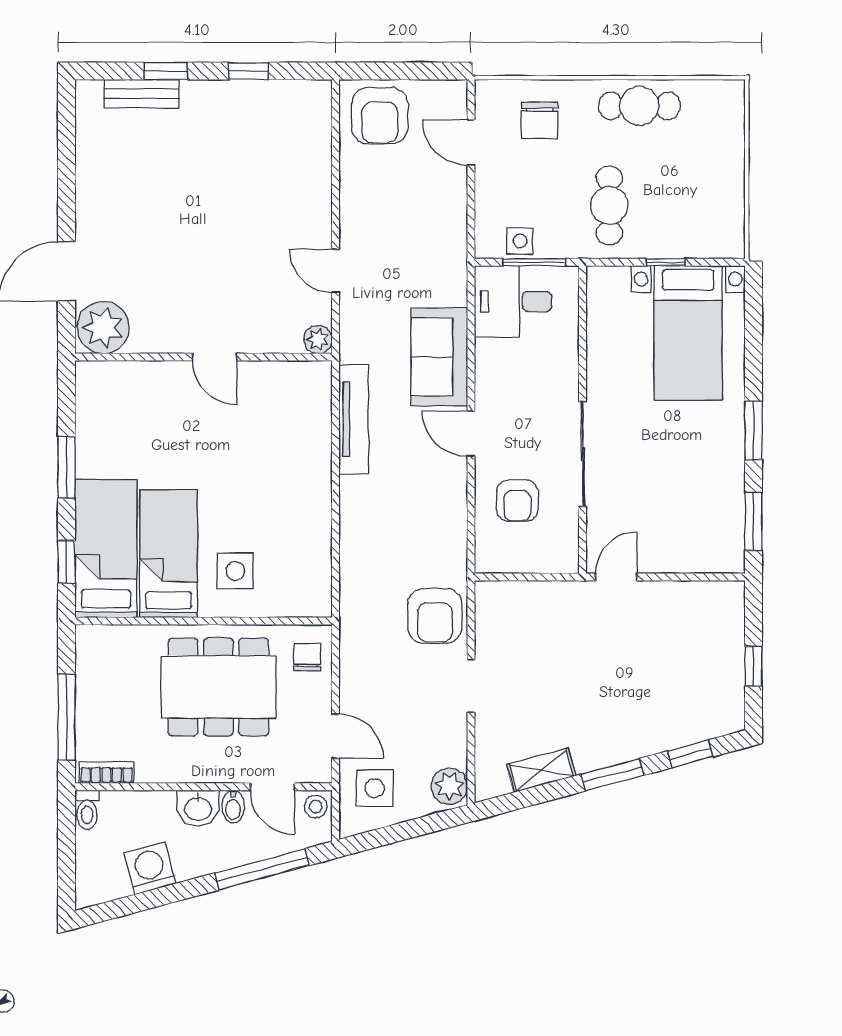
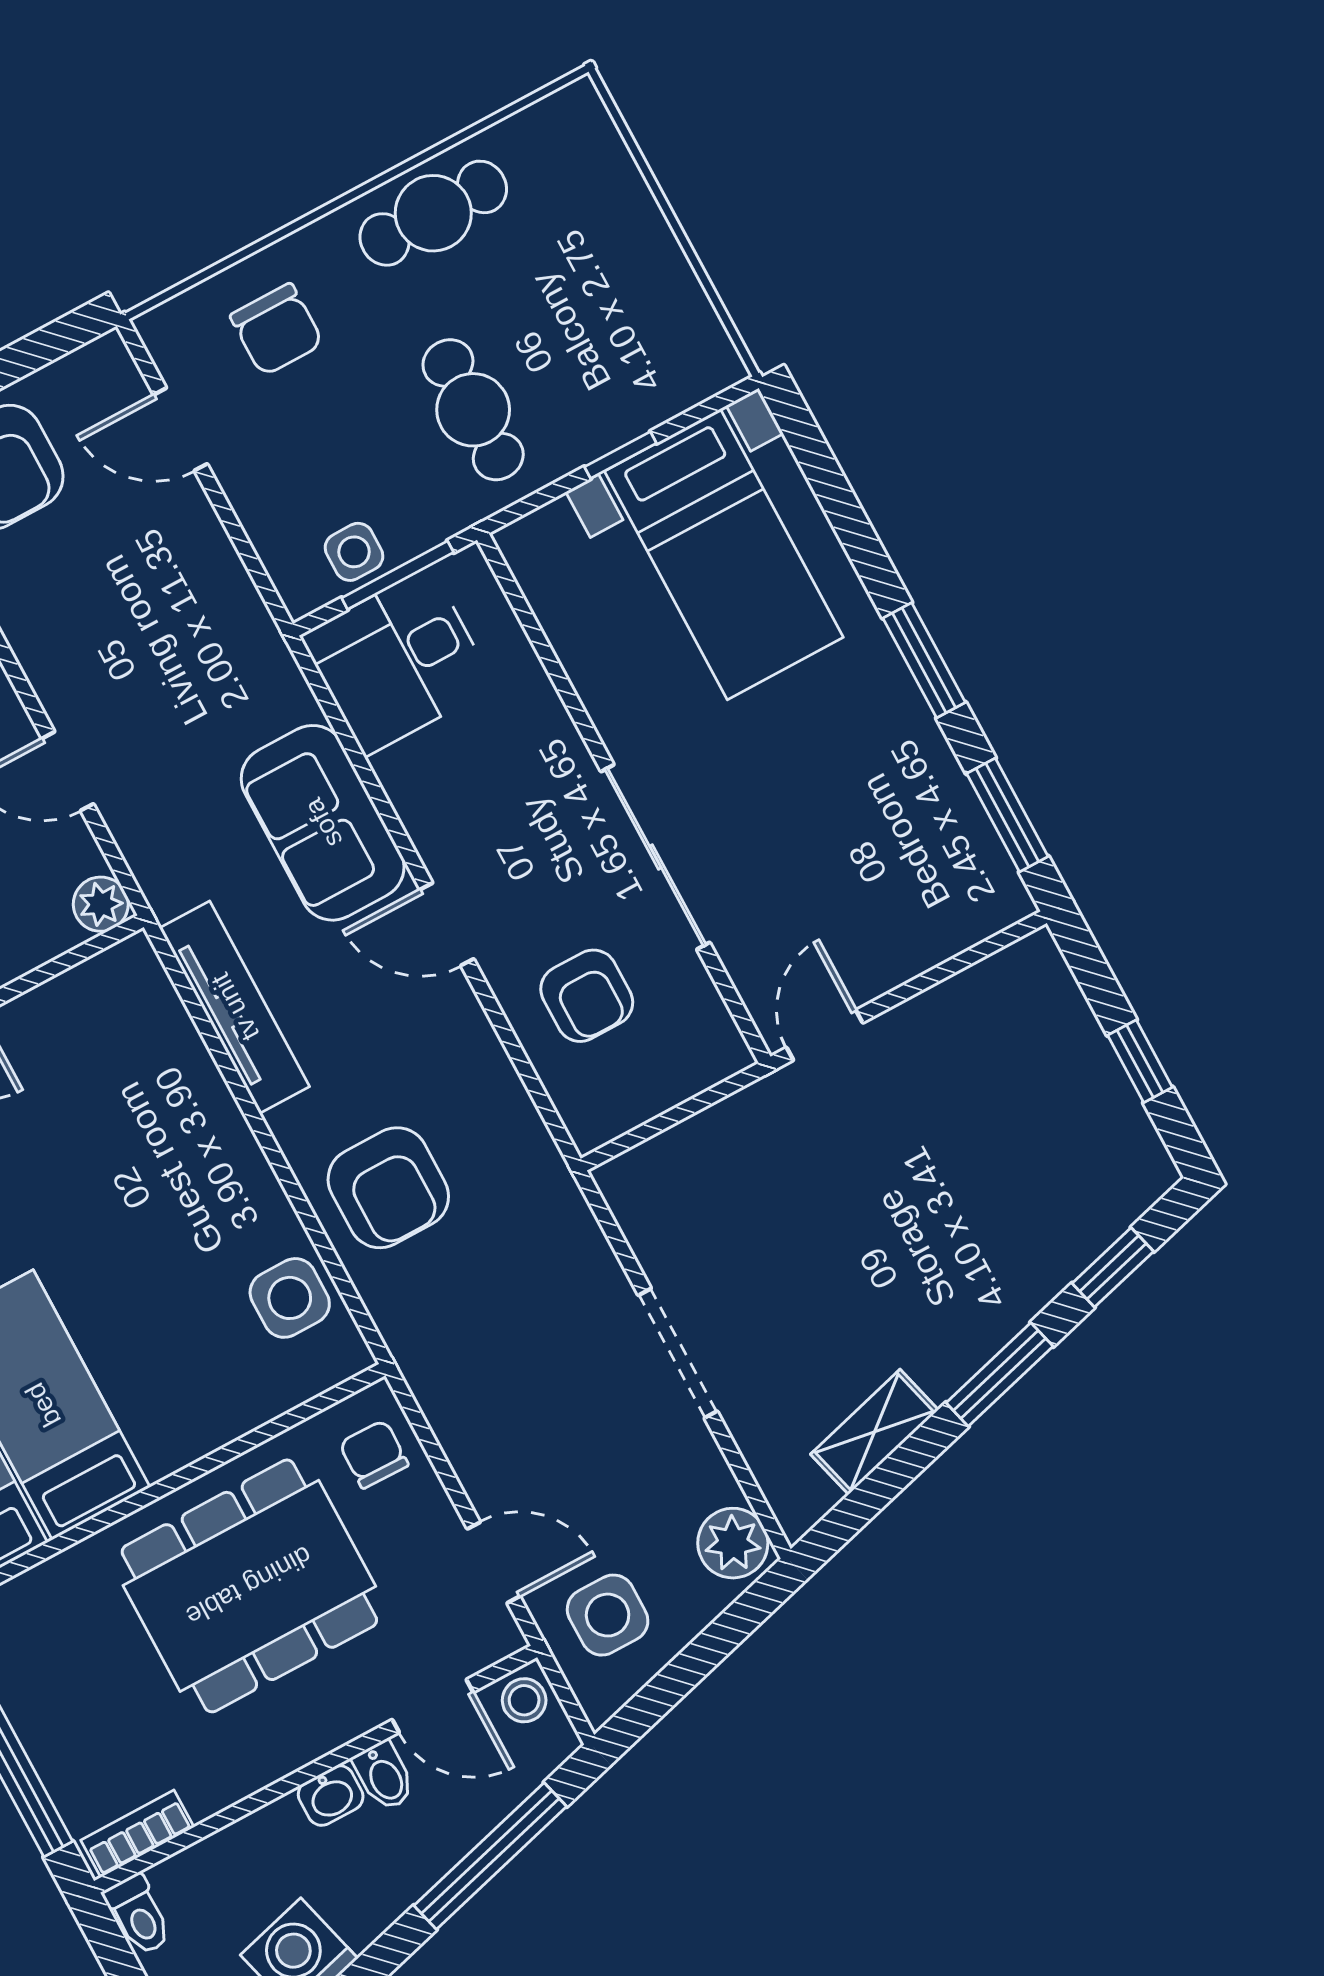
side table: (235, 571) -> (290, 1298), moved
armchair: (435, 616) -> (388, 1188), moved
doorway: (471, 686) -> (678, 1353), width x1.38
washbasin: (198, 808) -> (331, 1796), width x0.72, depth x0.69

